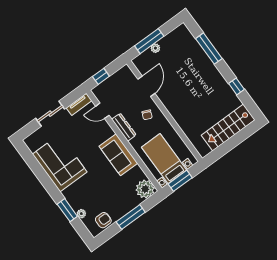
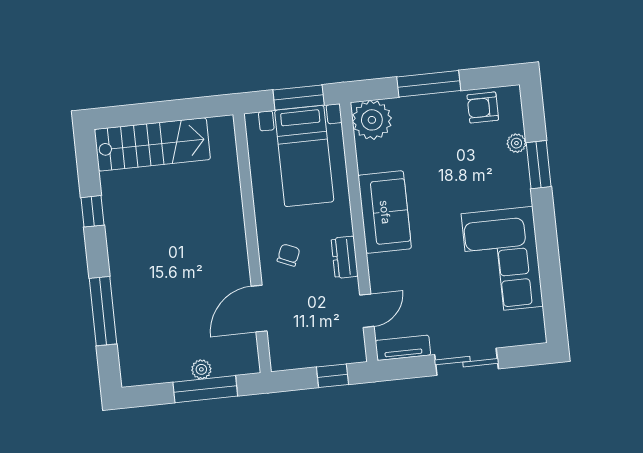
door: (102, 111) -> (367, 311), hinge flipped
dresser: (124, 127) -> (345, 257), width x0.70

